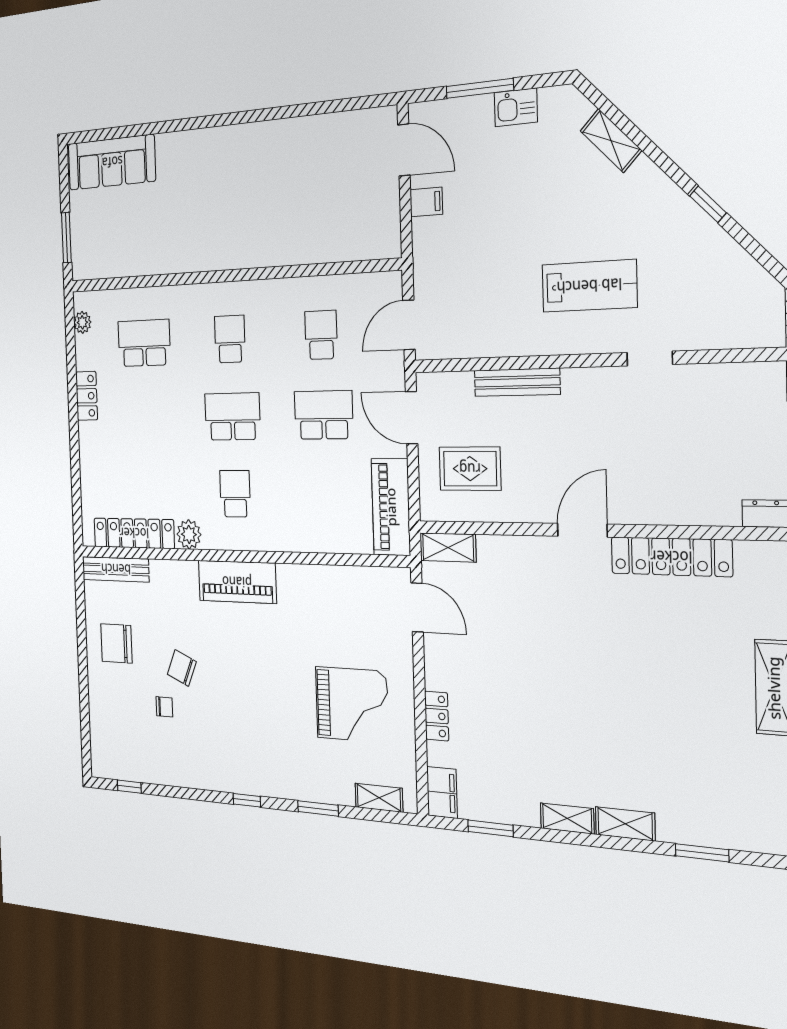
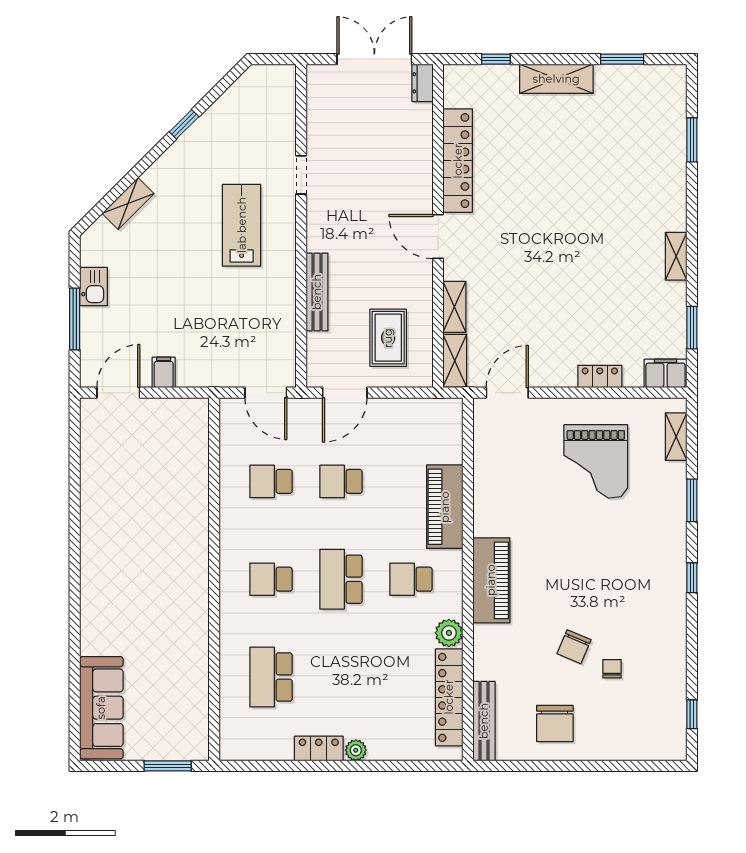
plant: (82, 322) -> (356, 750), moved
school desk: (324, 415) -> (341, 481), width x0.54
piano: (391, 507) -> (445, 507), moved, turned 90
grand piano: (352, 705) -> (596, 461), turned 180
shelving: (625, 824) -> (454, 307), moved

